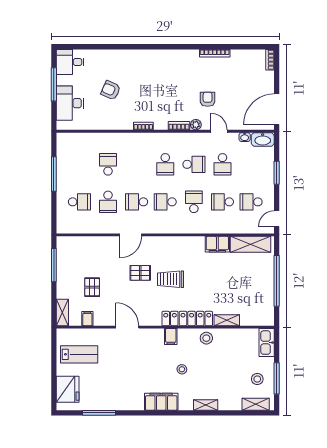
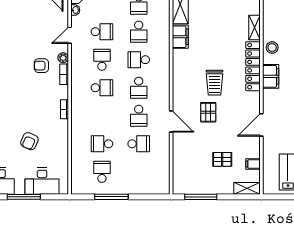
armchair: (208, 99) -> (41, 66), moved
school desk: (79, 202) -> (102, 172), moved
filing cabinet: (171, 337) -> (271, 76), width x2.00

